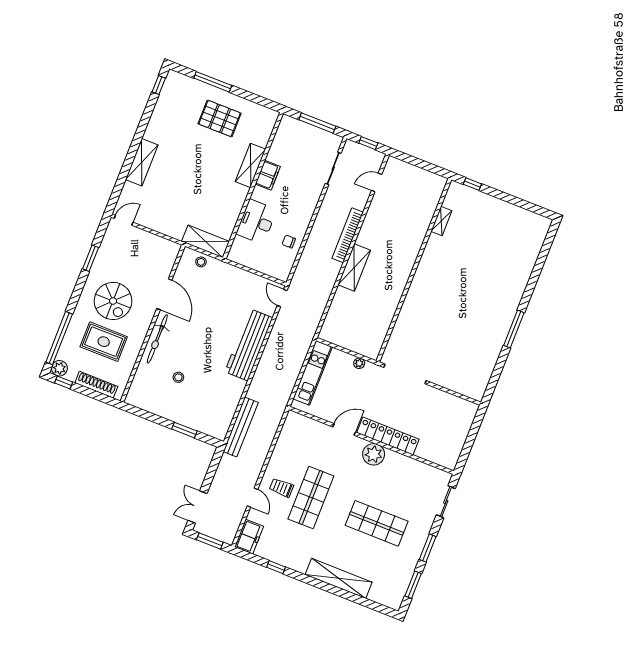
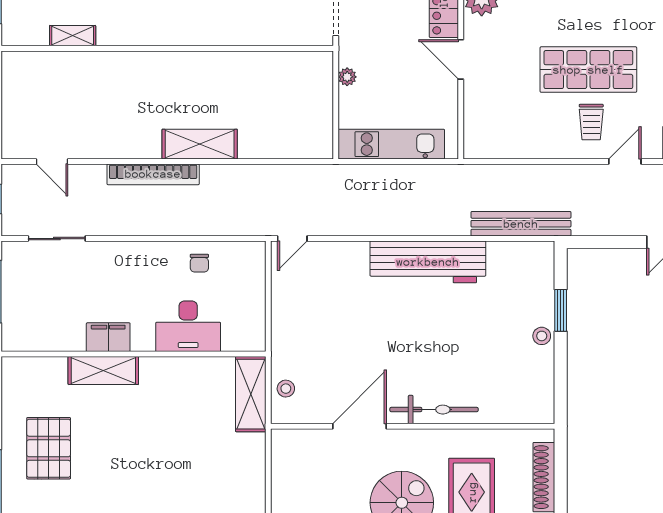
workbench: (249, 345) -> (428, 262), moved
stool: (178, 377) -> (542, 336), moved

